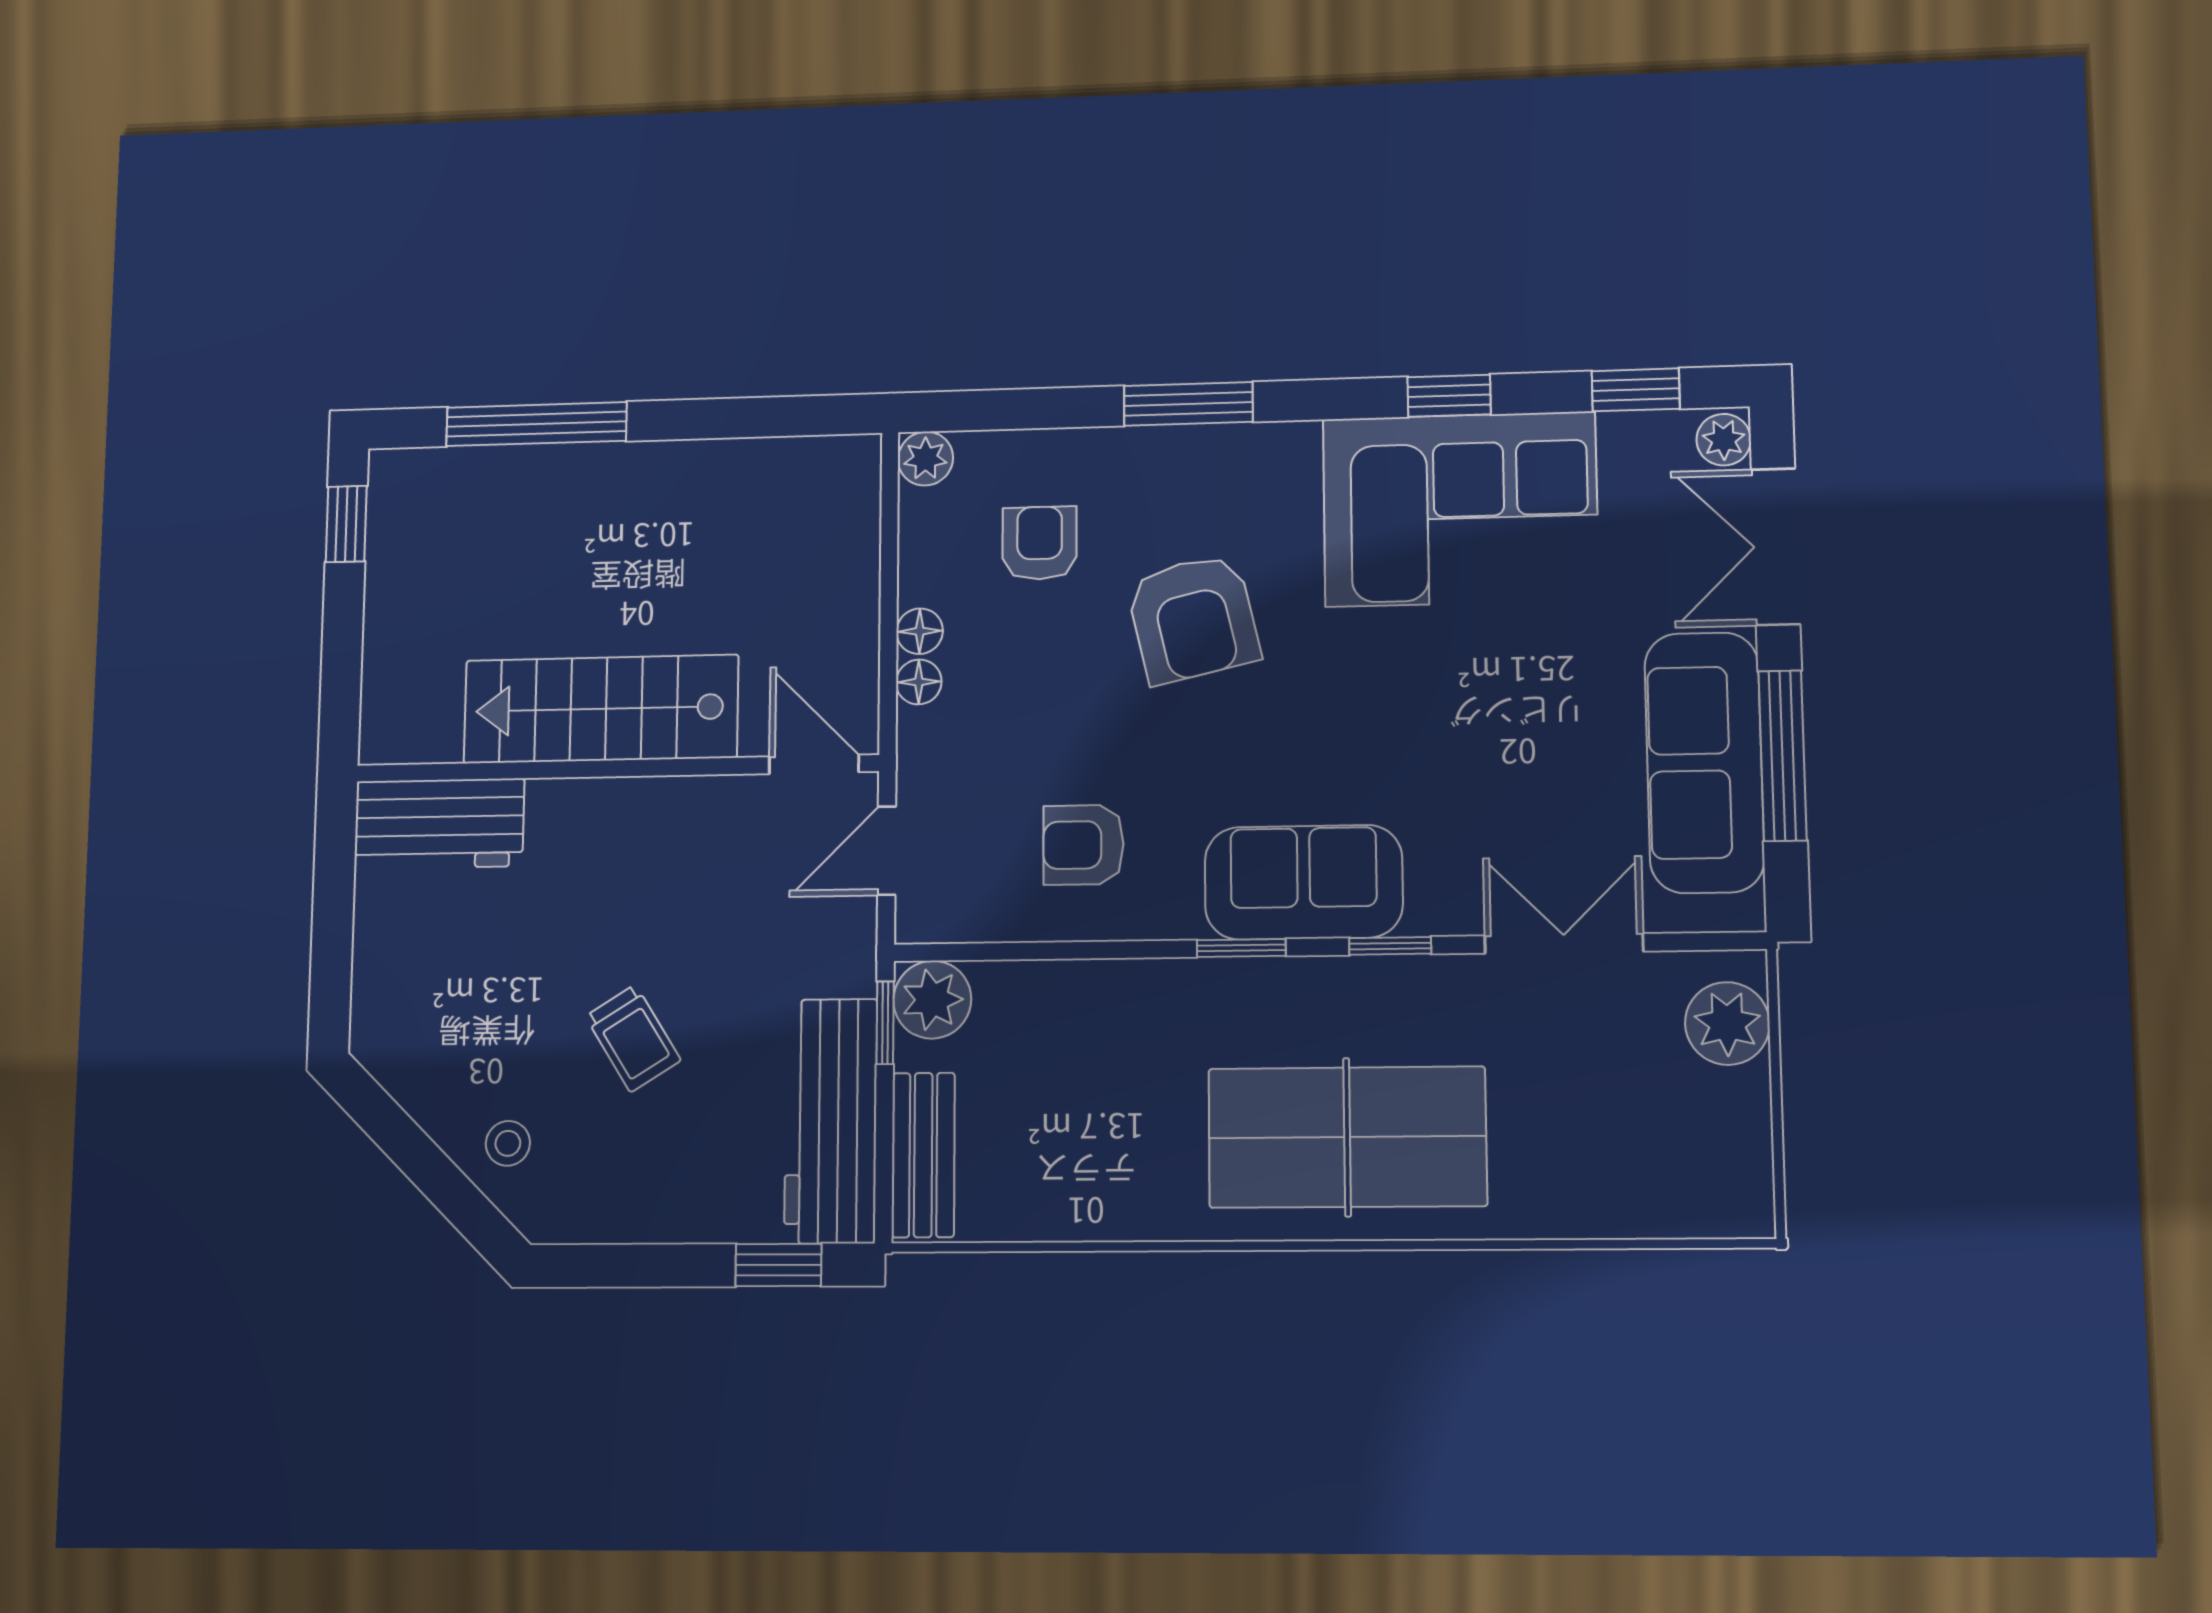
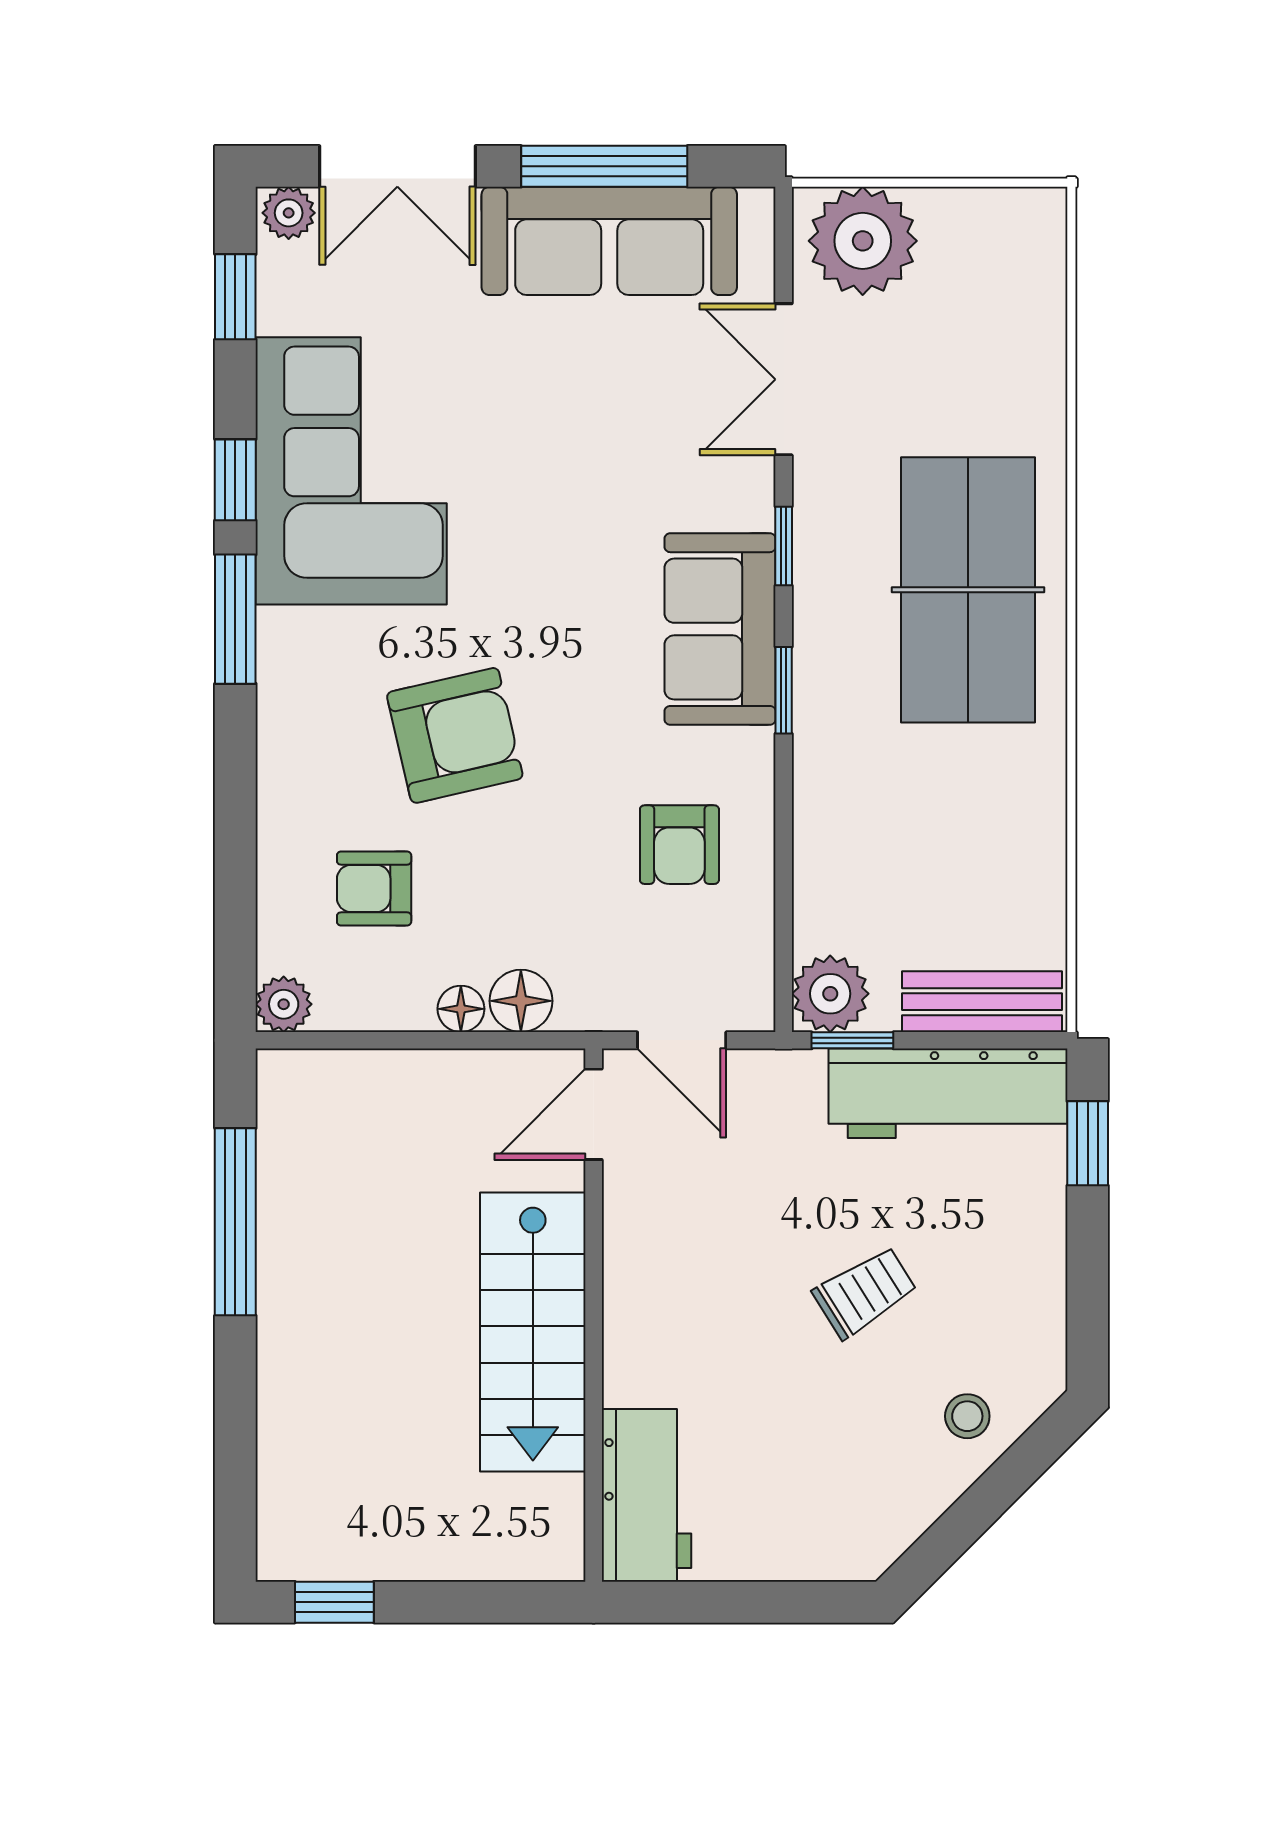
window: (1188, 404) -> (235, 619), moved
window: (536, 424) -> (235, 1222), moved
floor lamp: (919, 682) -> (521, 1001), width x1.37, depth x1.37
plant: (1727, 1023) -> (863, 241), width x1.36, depth x1.36

